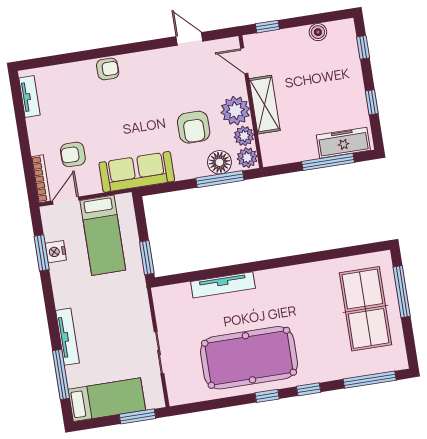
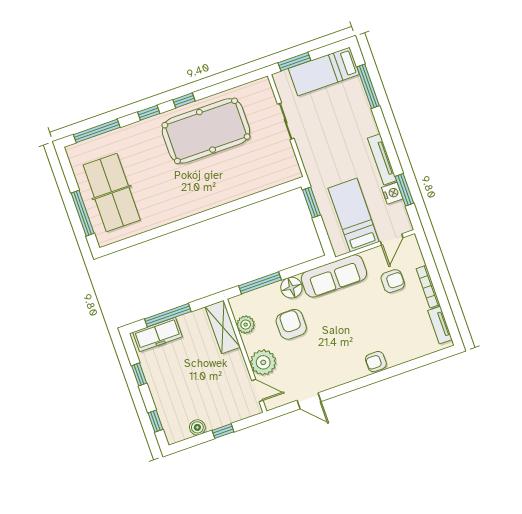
window: (267, 27) -> (223, 431), moved
shelving: (265, 105) -> (223, 327), moved
plant: (235, 111) -> (263, 362), moved
plant: (247, 158) -> (239, 306), removed
floor lamp: (219, 162) -> (291, 288), moved
bookcase: (41, 179) -> (428, 287), moved
tv unit: (223, 285) -> (240, 191), removed
tv unit: (67, 337) -> (382, 159), moved

